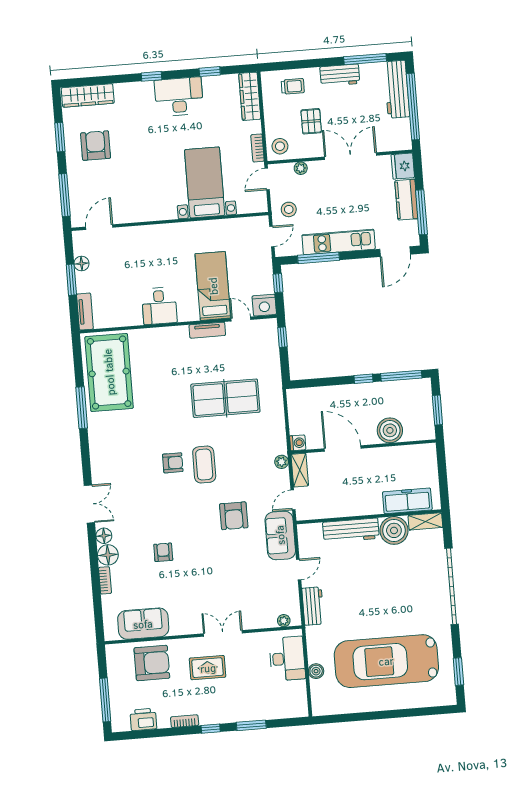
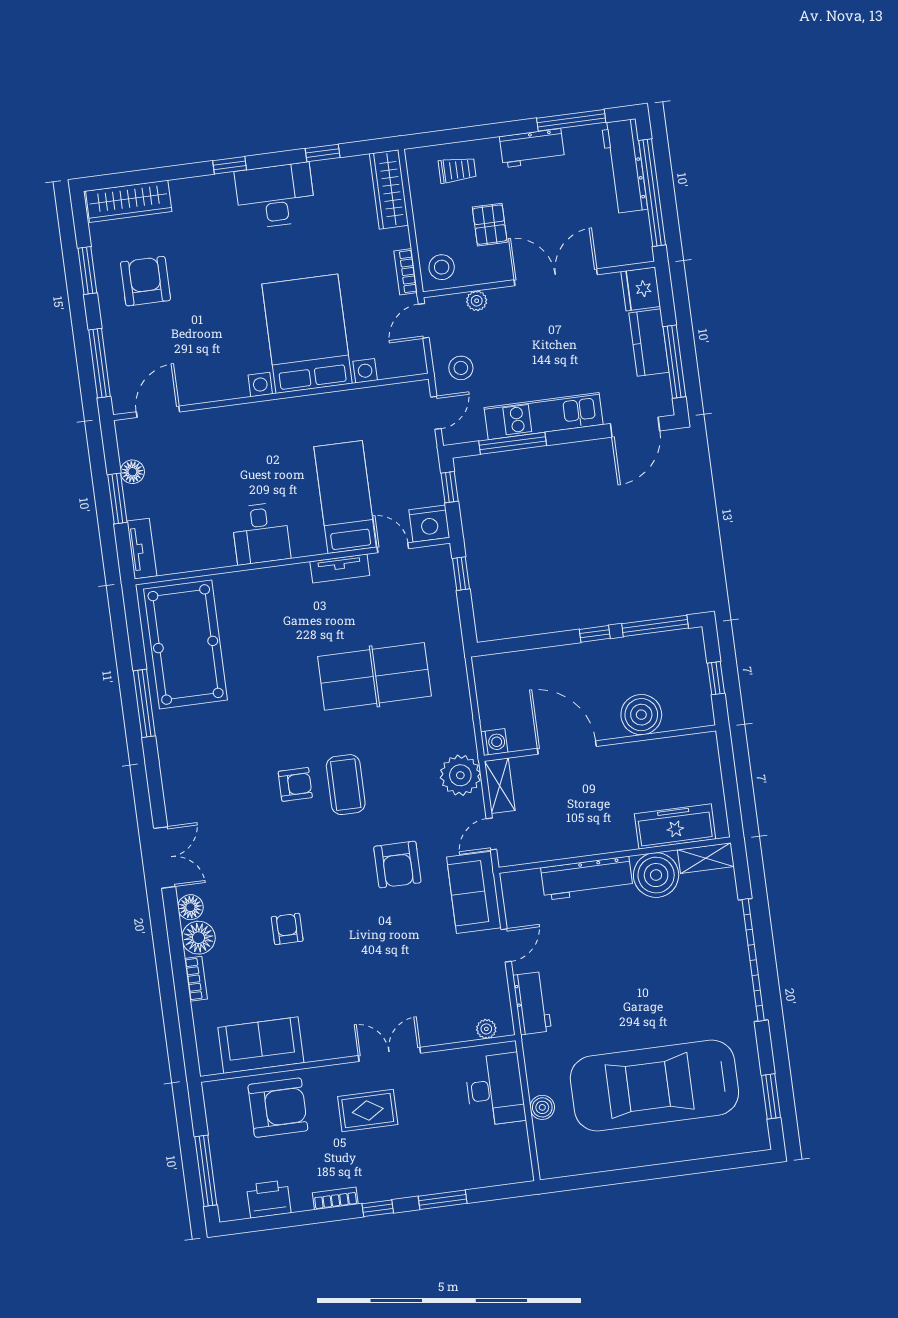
bed with nightstands: (205, 182) -> (307, 334), width x1.36
window: (437, 410) -> (716, 678), width x0.67
plant: (282, 462) -> (460, 775), width x1.87, depth x1.87

